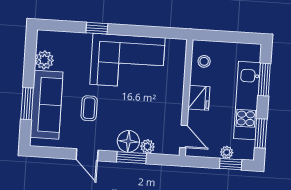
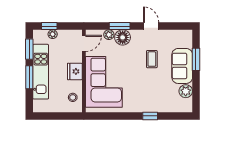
corner sofa: (127, 61) -> (104, 82), moved, turned 90
window: (264, 80) -> (29, 77), moved
sofa: (46, 105) -> (182, 66), width x0.73
door: (183, 137) -> (84, 43), swing flipped

